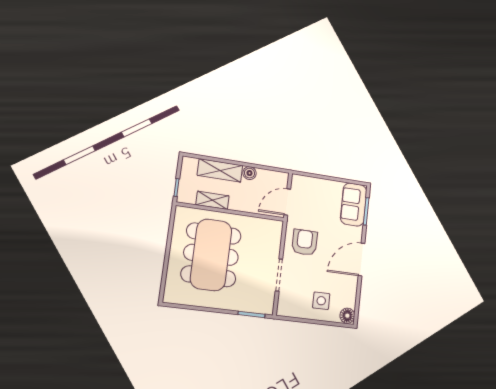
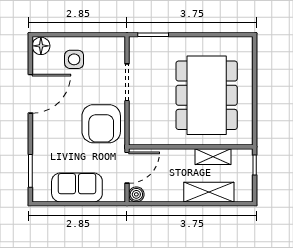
boiler: (250, 173) -> (136, 194), moved
sofa: (354, 204) -> (77, 187), moved, turned -90
armchair: (305, 242) -> (101, 124), width x1.36, depth x1.36
door: (361, 259) -> (30, 94), moved

